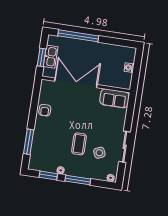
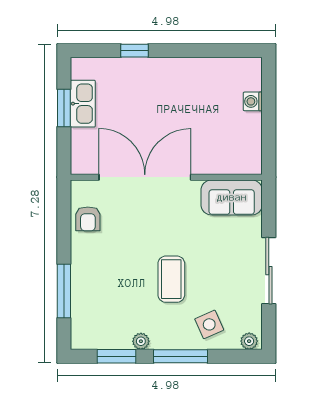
window: (78, 36) -> (135, 51), width x0.32
double door: (76, 83) -> (145, 177), moved
wall: (86, 84) -> (166, 177), moved
sofa: (114, 98) -> (232, 197), moved
side table: (99, 153) -> (209, 324), moved

